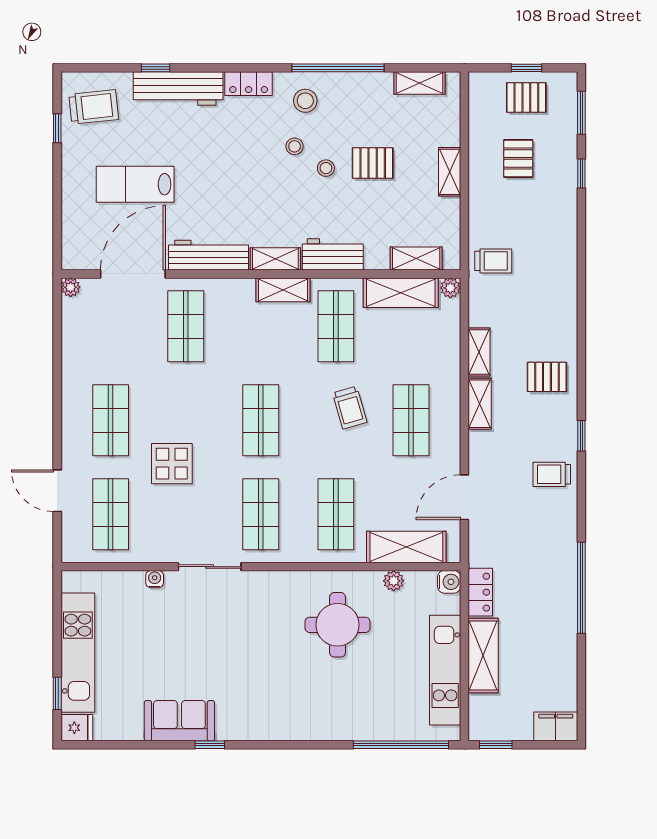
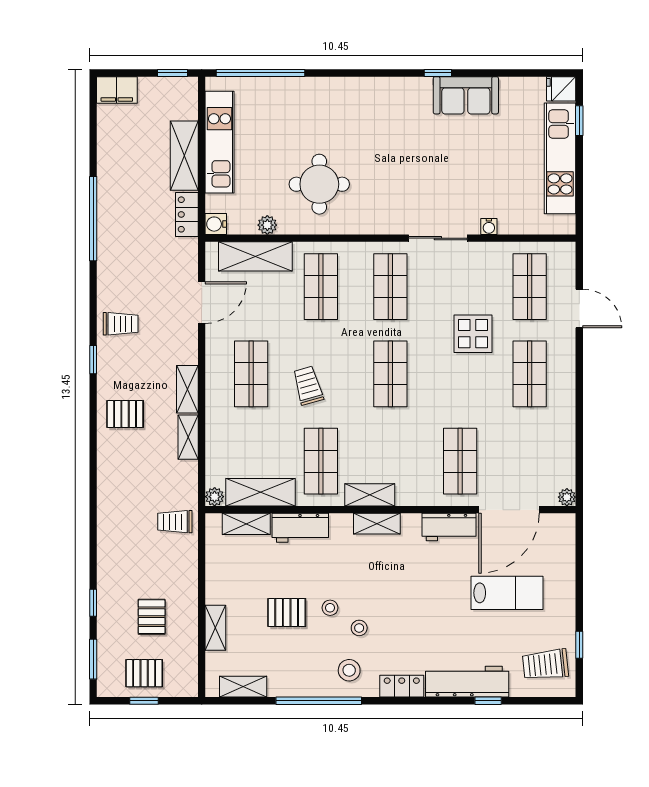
shelving: (450, 172) -> (215, 628), moved
workbench: (333, 254) -> (300, 528), moved
workbench: (208, 255) -> (449, 527), width x0.73

